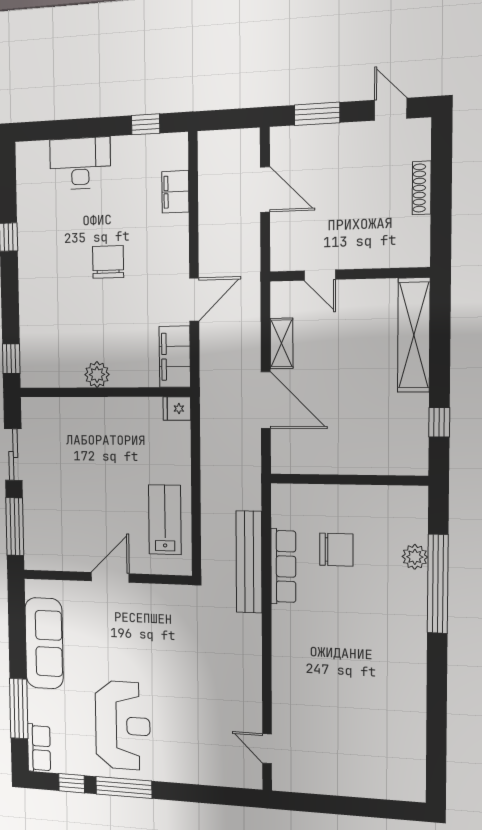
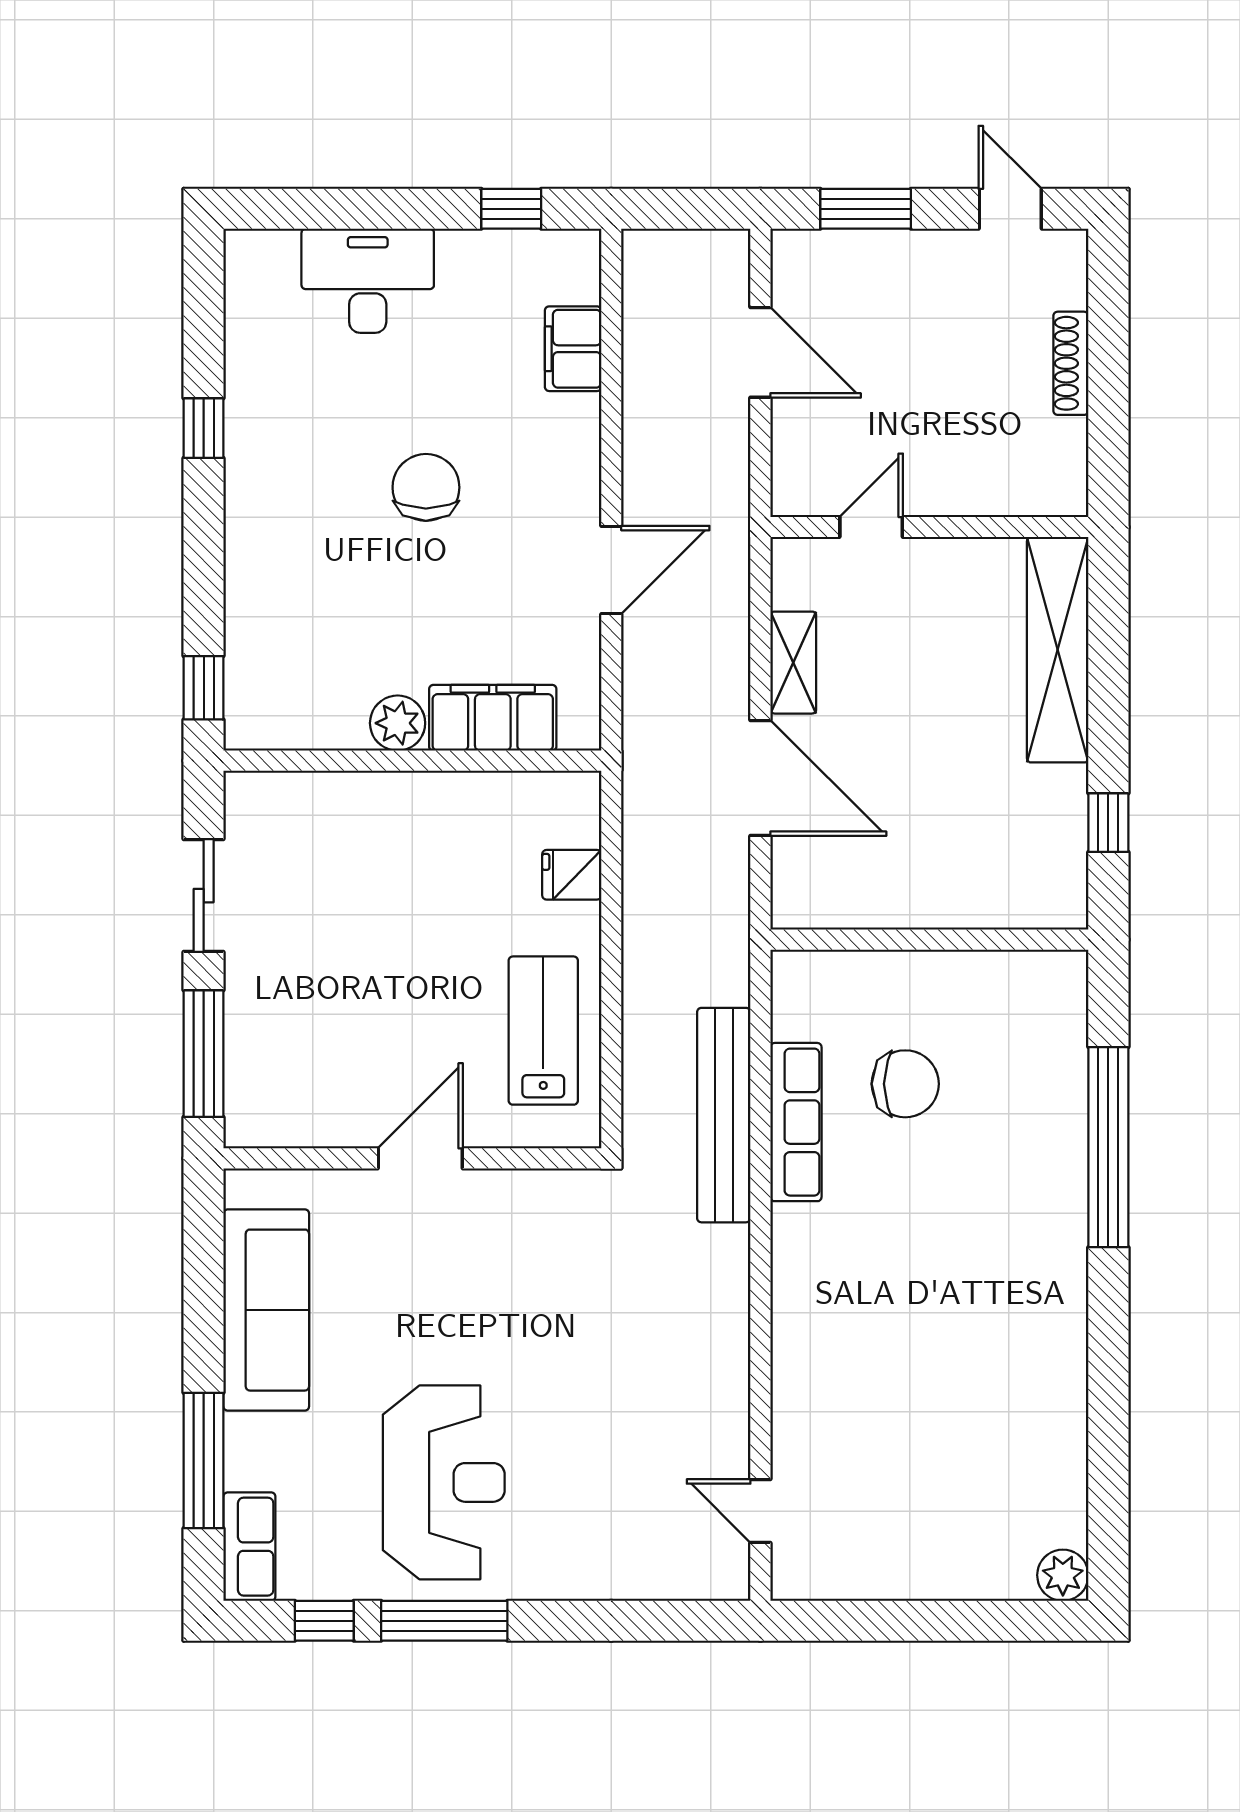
door: (320, 275) -> (871, 527), swing flipped
filing cabinet: (175, 357) -> (493, 718), moved, turned 90
fridge: (177, 409) -> (572, 875), moved
plant: (415, 557) -> (1063, 1575), moved

